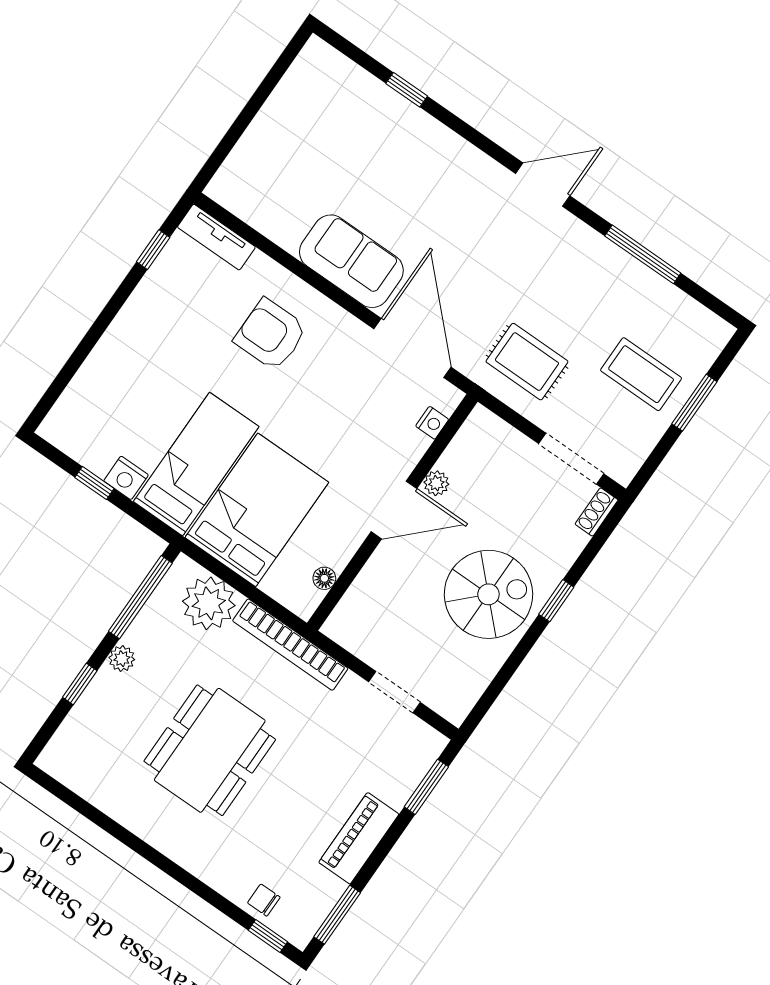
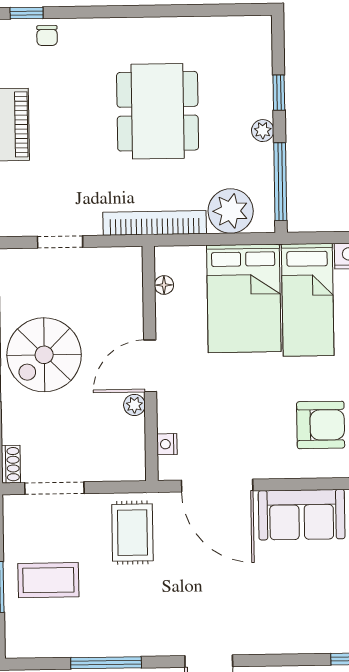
rug: (527, 362) -> (132, 533), turned 90
chair: (264, 900) -> (47, 36), turned 90

